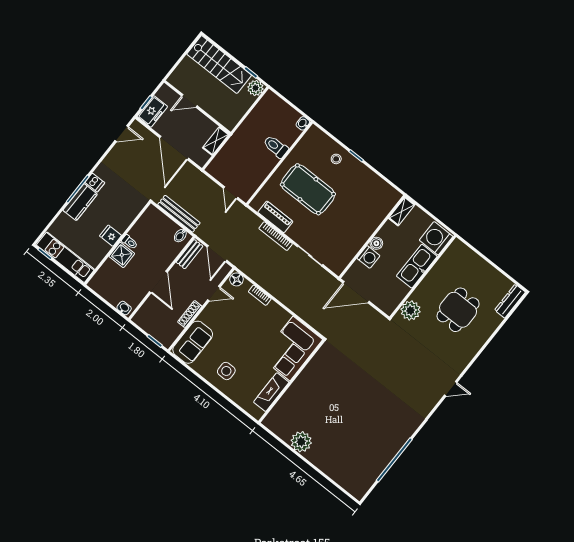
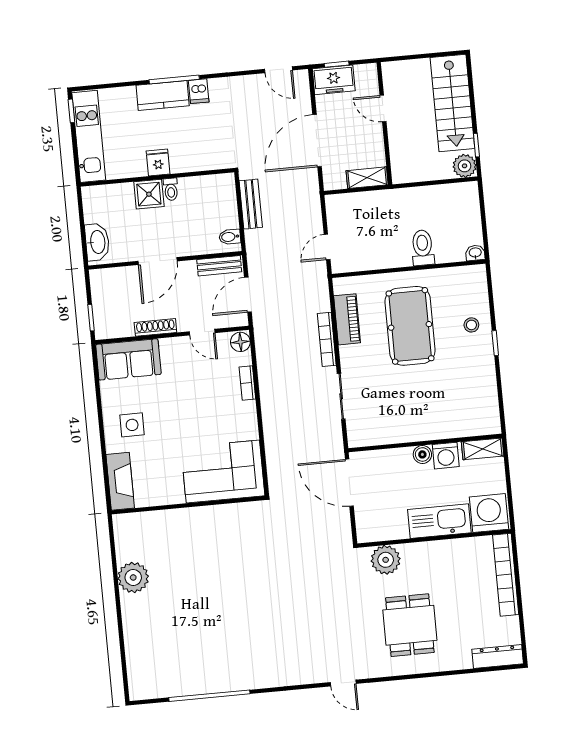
bench: (179, 214) -> (251, 204), width x0.73
washing machine: (368, 257) -> (446, 456), moved
bookcase: (474, 259) -> (506, 575), added
washbasin: (124, 308) -> (97, 242), width x1.91, depth x1.45
dining table: (458, 310) -> (410, 625), moved, turned 90
fireplace: (271, 392) -> (120, 481), moved, turned 90

